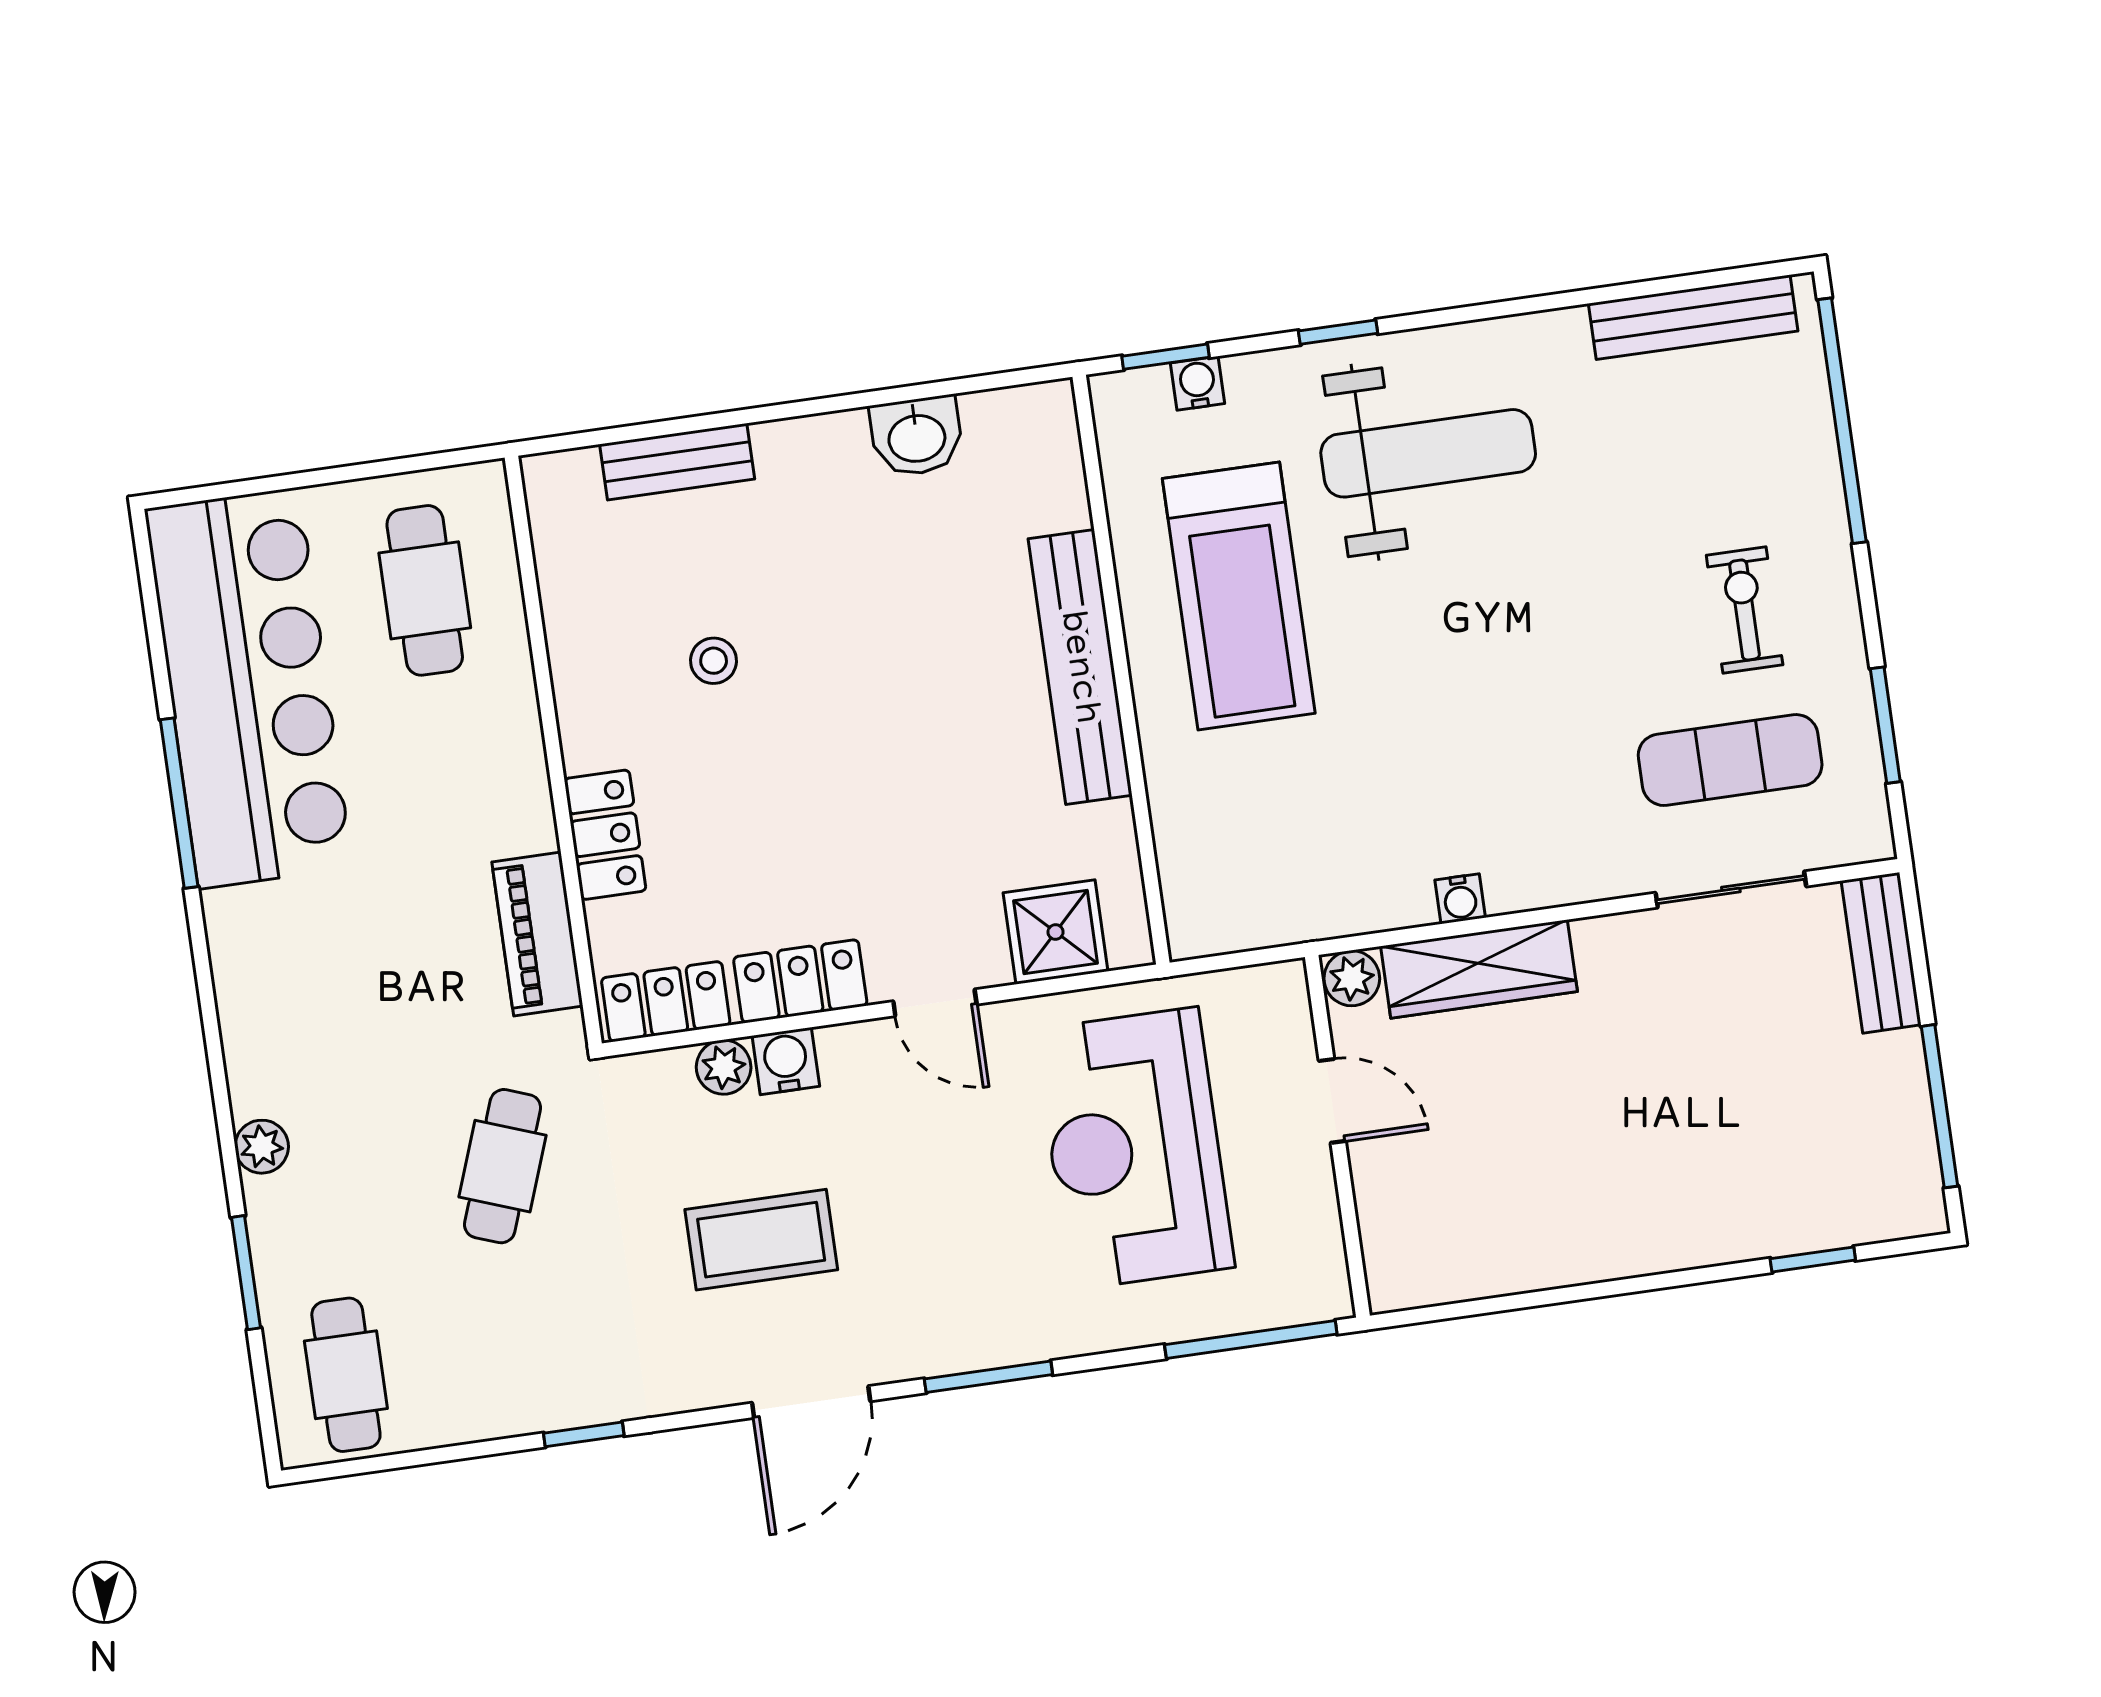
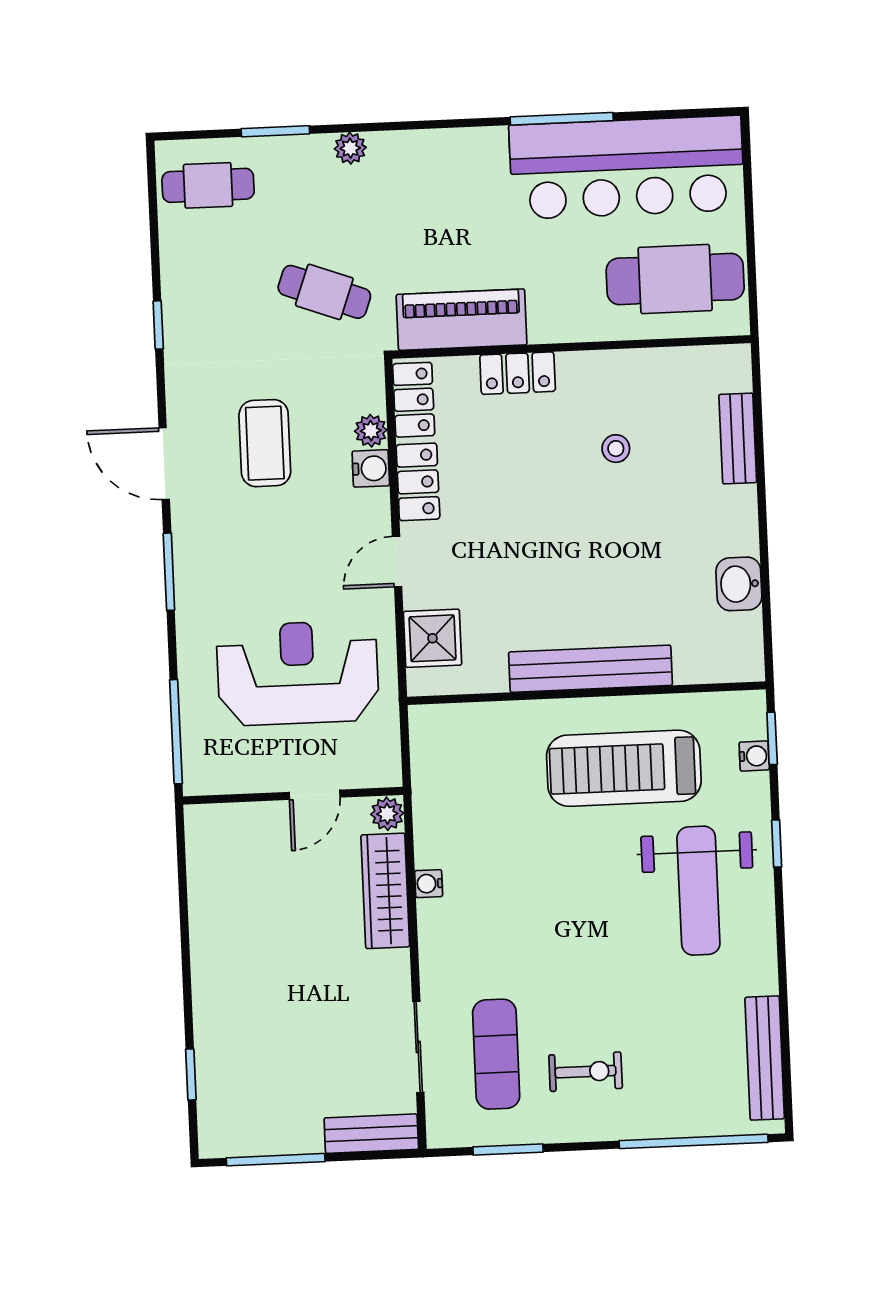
cafe table: (425, 590) -> (675, 279), width x1.37, depth x1.35
piano: (537, 934) -> (462, 320), width x1.37, depth x1.33

